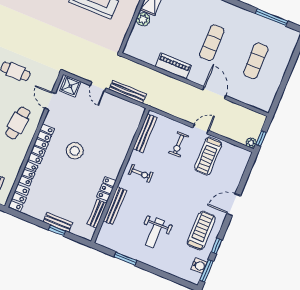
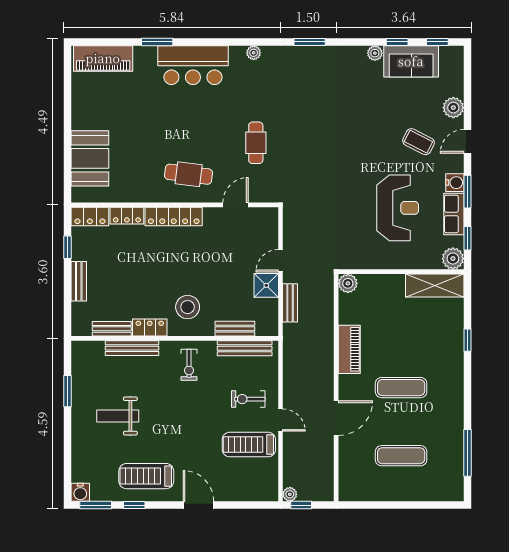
plant: (143, 19) -> (348, 283), moved
shower: (70, 86) -> (266, 285), moved
bench: (128, 92) -> (290, 303), width x0.73
bench: (130, 134) -> (235, 329), added
stool: (75, 151) -> (188, 307), moved
window: (57, 230) -> (67, 247), moved
treadmill: (201, 231) -> (146, 476), turned 180
water cooler: (199, 266) -> (80, 492), moved

